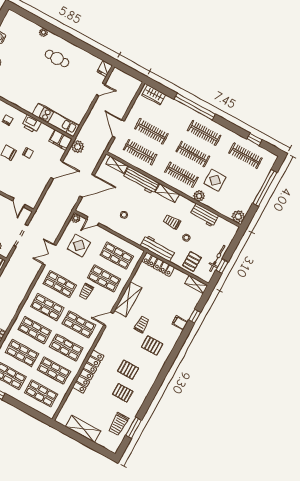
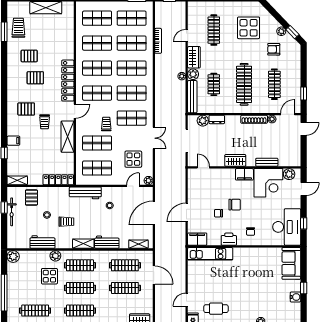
cafe table: (57, 58) -> (216, 309), moved
plant: (78, 147) -> (180, 241), removed
workbench: (141, 180) -> (107, 242), width x0.73
workbench: (158, 248) -> (85, 193), moved
locker: (88, 371) -> (68, 81), moved

